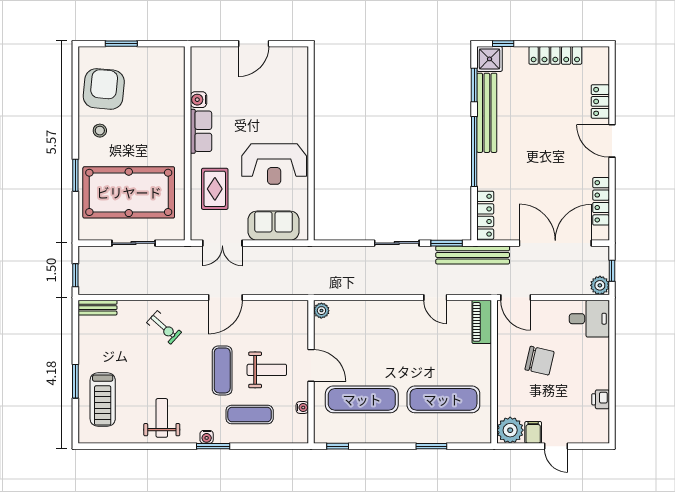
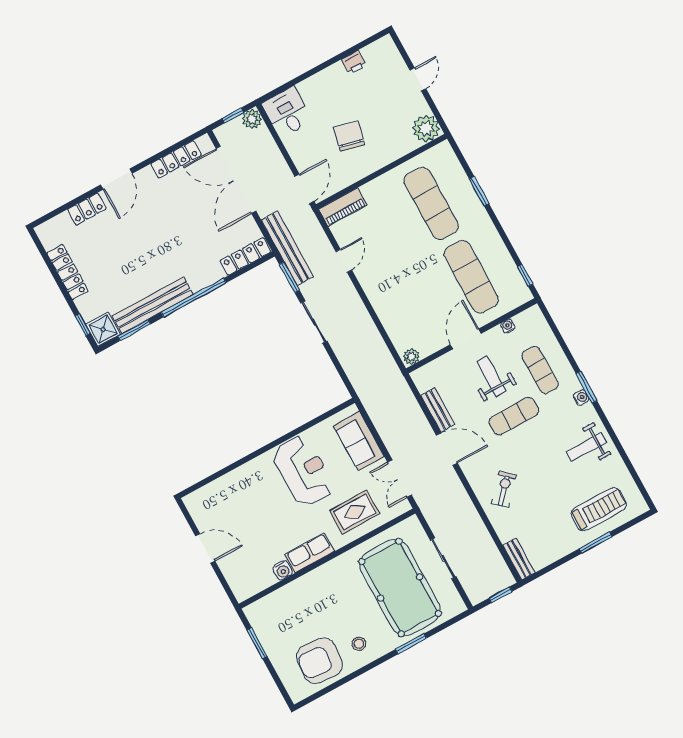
window: (121, 44) -> (257, 643), moved
double door: (222, 243) -> (400, 479), swing flipped
bench: (263, 308) -> (438, 410), added
filing cabinet: (533, 432) -> (417, 107), removed

